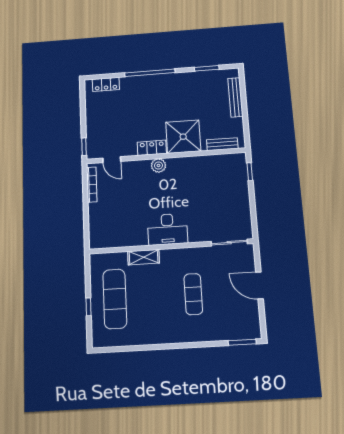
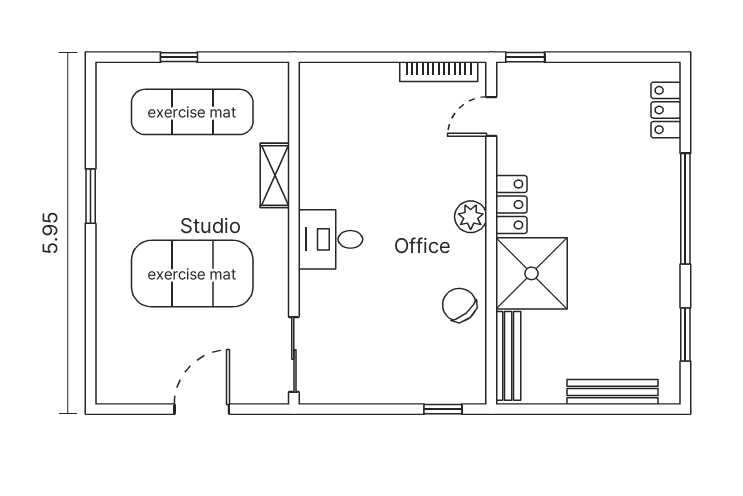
bench: (222, 144) -> (508, 356), width x1.36
chair: (200, 168) -> (459, 305), added
desk: (167, 229) -> (331, 239), width x0.73
exercise mat: (193, 294) -> (192, 274), width x2.00, depth x1.45
window: (242, 342) -> (91, 196), moved

